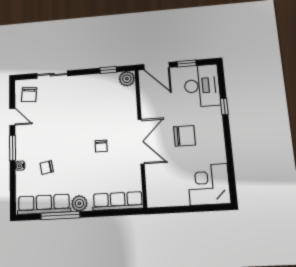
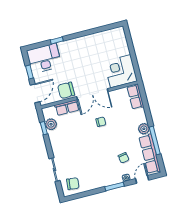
plant: (127, 79) -> (51, 124), moved
row of seats: (129, 104) -> (67, 108), added
door: (12, 117) -> (142, 179), moved
chair: (184, 136) -> (66, 90), moved, turned -90
double door: (141, 142) -> (92, 94), swing flipped
corner desk: (209, 184) -> (121, 71), moved, turned 90
row of seats: (118, 201) -> (135, 97), width x0.68

